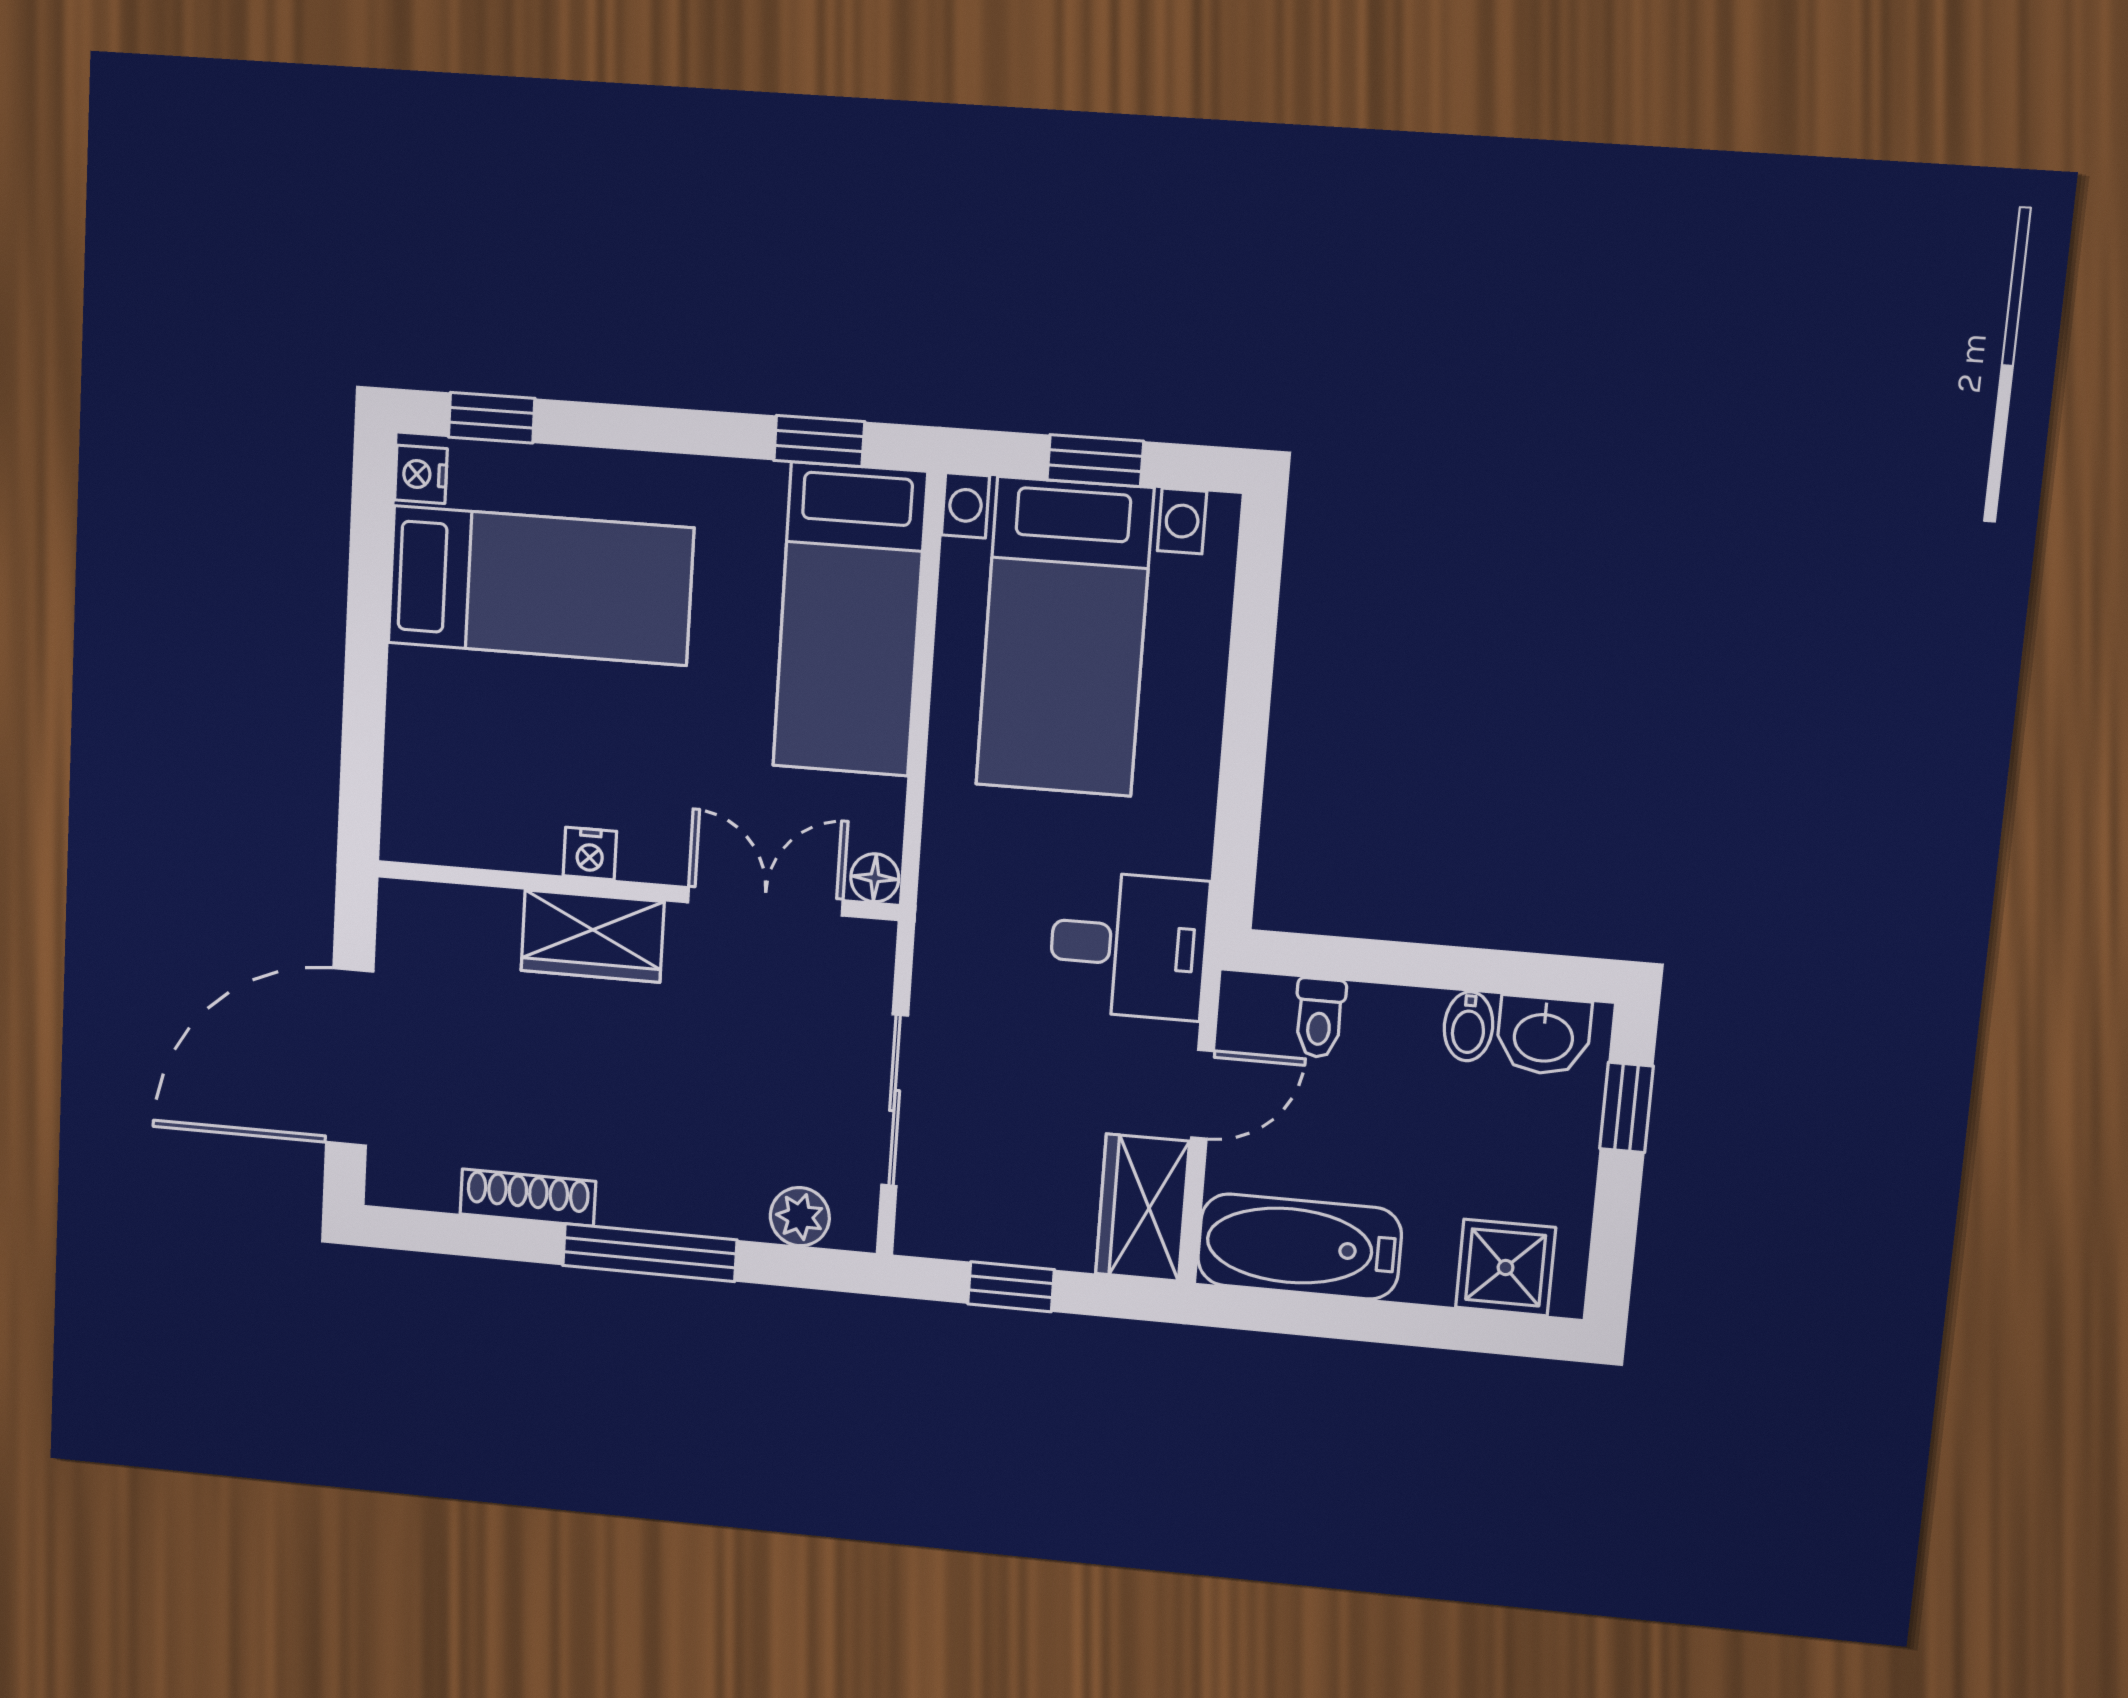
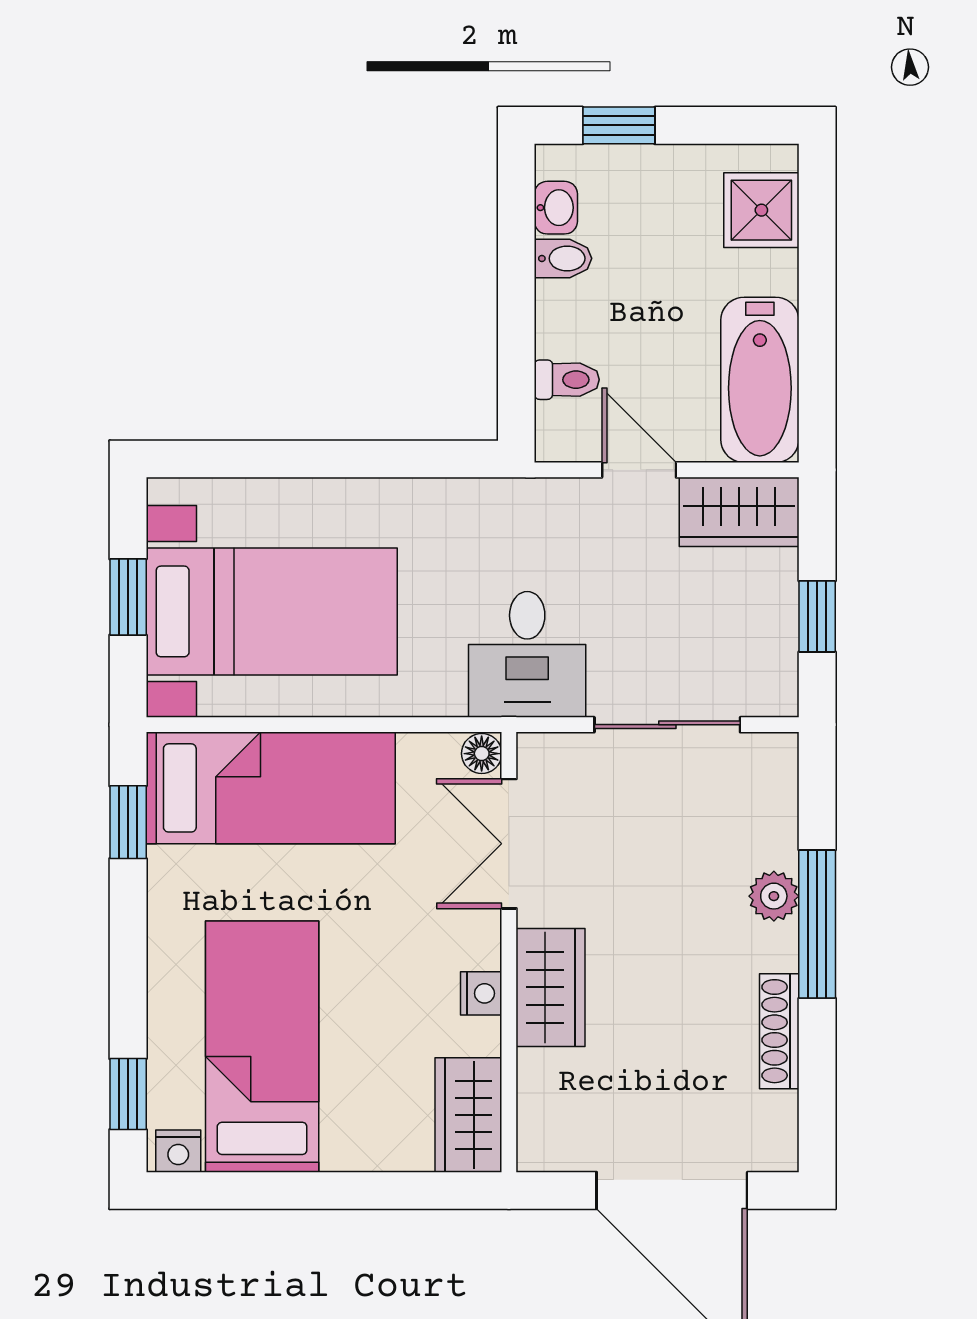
wardrobe: (448, 827) -> (468, 1115), added
desk: (1128, 945) -> (527, 654), moved, turned 180
washbasin: (1544, 1036) -> (556, 208), width x0.72, depth x0.69
plant: (800, 1217) -> (774, 896), moved

